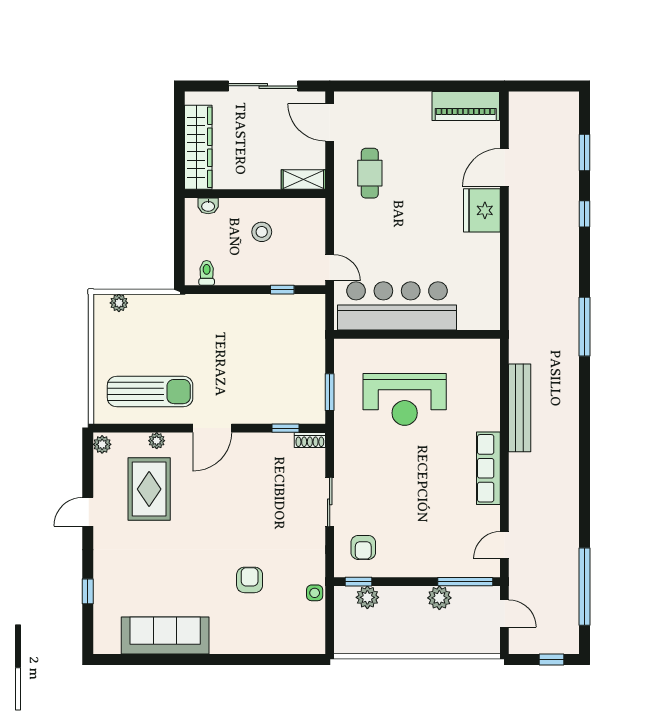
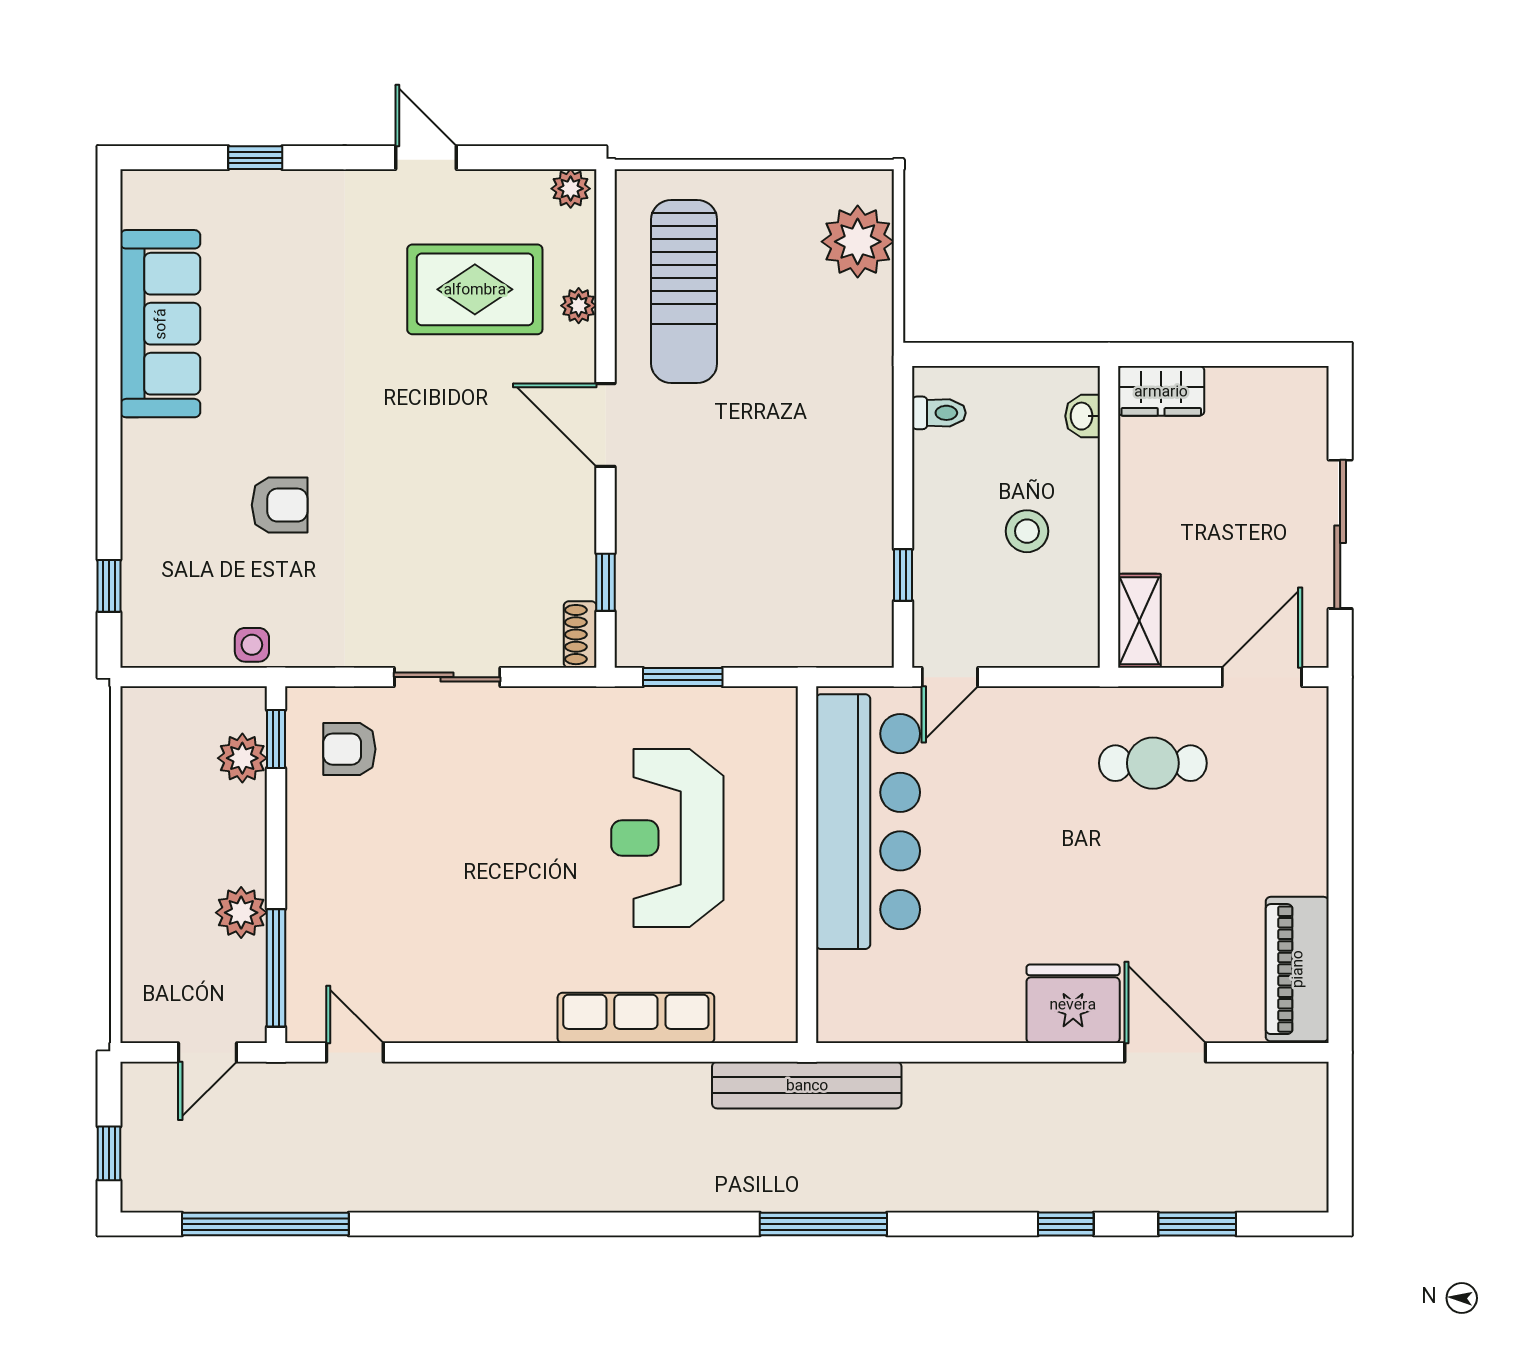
wardrobe: (198, 147) -> (1161, 391), width x0.48, depth x0.85
plant: (119, 303) -> (858, 242), width x1.87, depth x1.87
bench: (520, 408) -> (807, 1085), moved
row of seats: (488, 468) -> (636, 1018), moved
window: (287, 659) -> (109, 586), added

